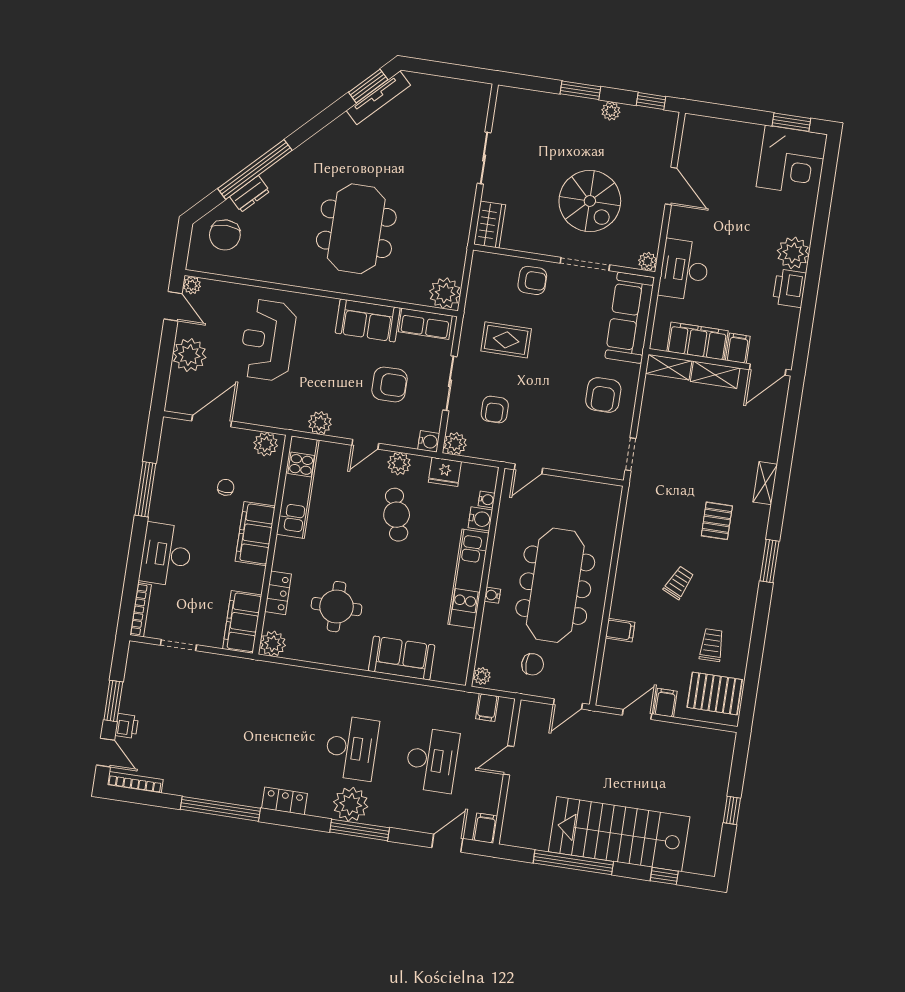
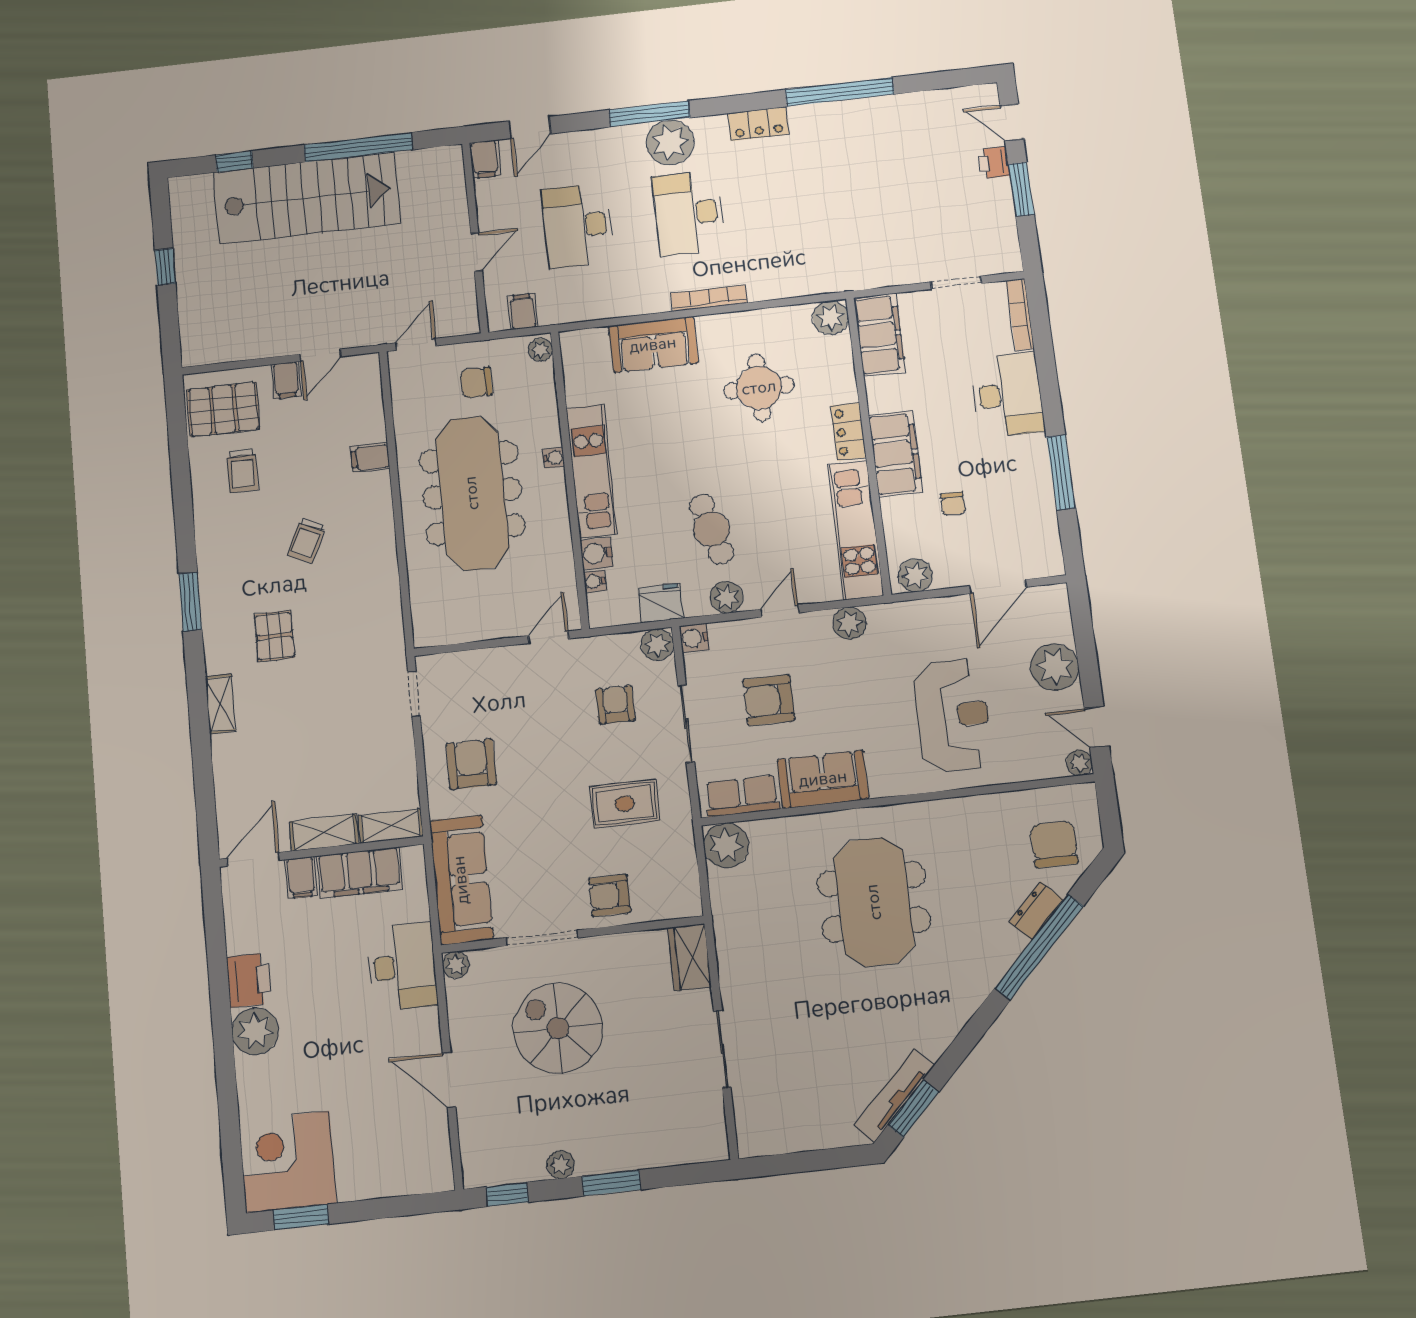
locker: (278, 593) -> (848, 432), moved
bookcase: (135, 782) -> (709, 298), moved, turned 180

